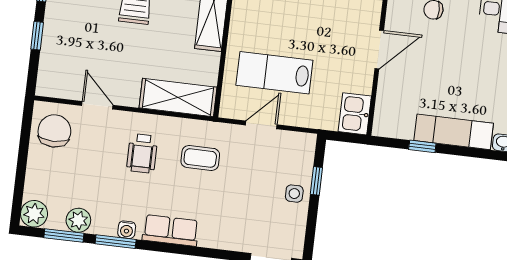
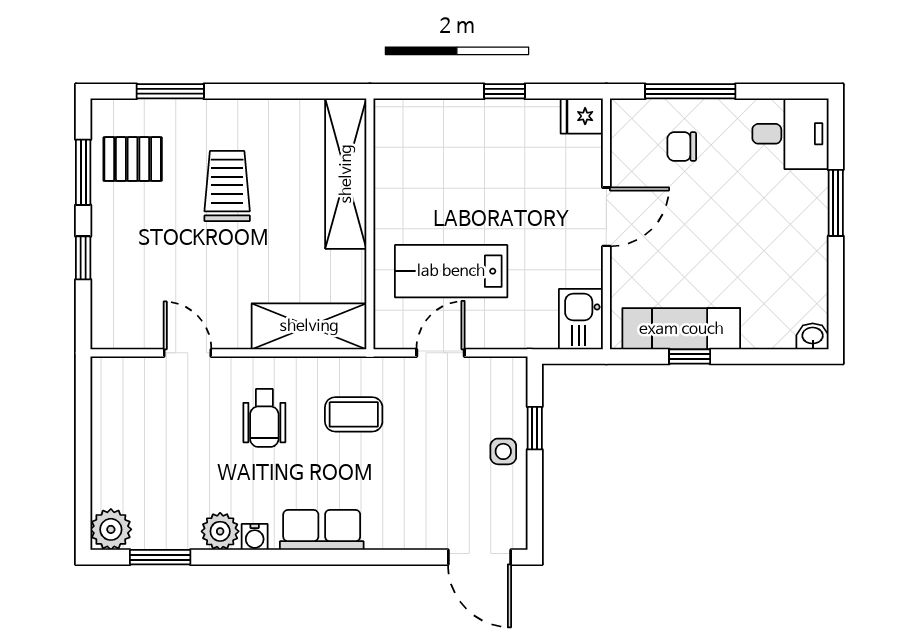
chair: (54, 131) -> (127, 400), removed
exam couch: (454, 132) -> (681, 329), moved
plant: (78, 220) -> (220, 531), moved
window: (116, 242) -> (240, 557), removed

